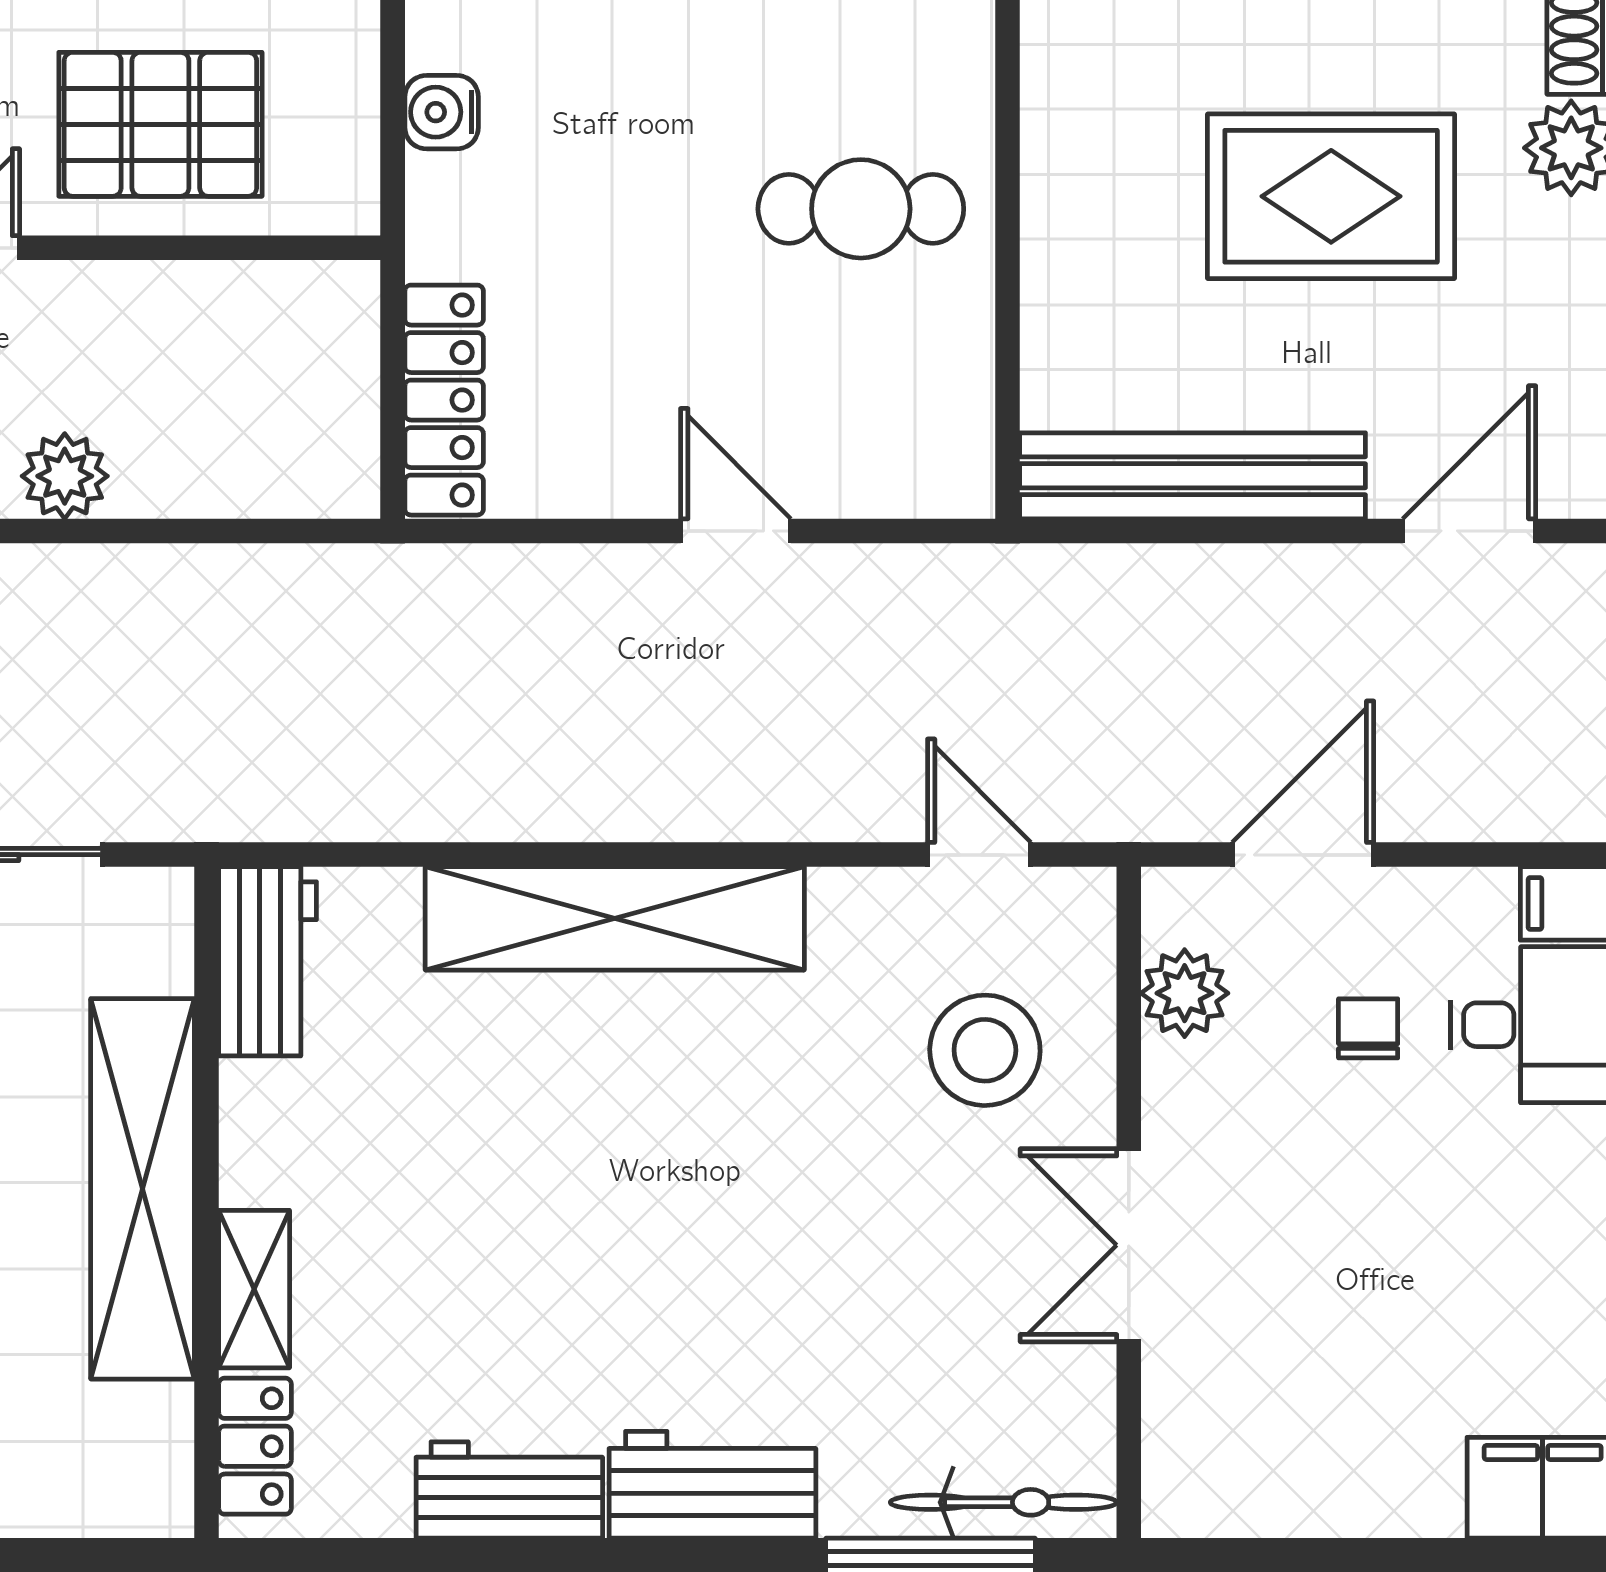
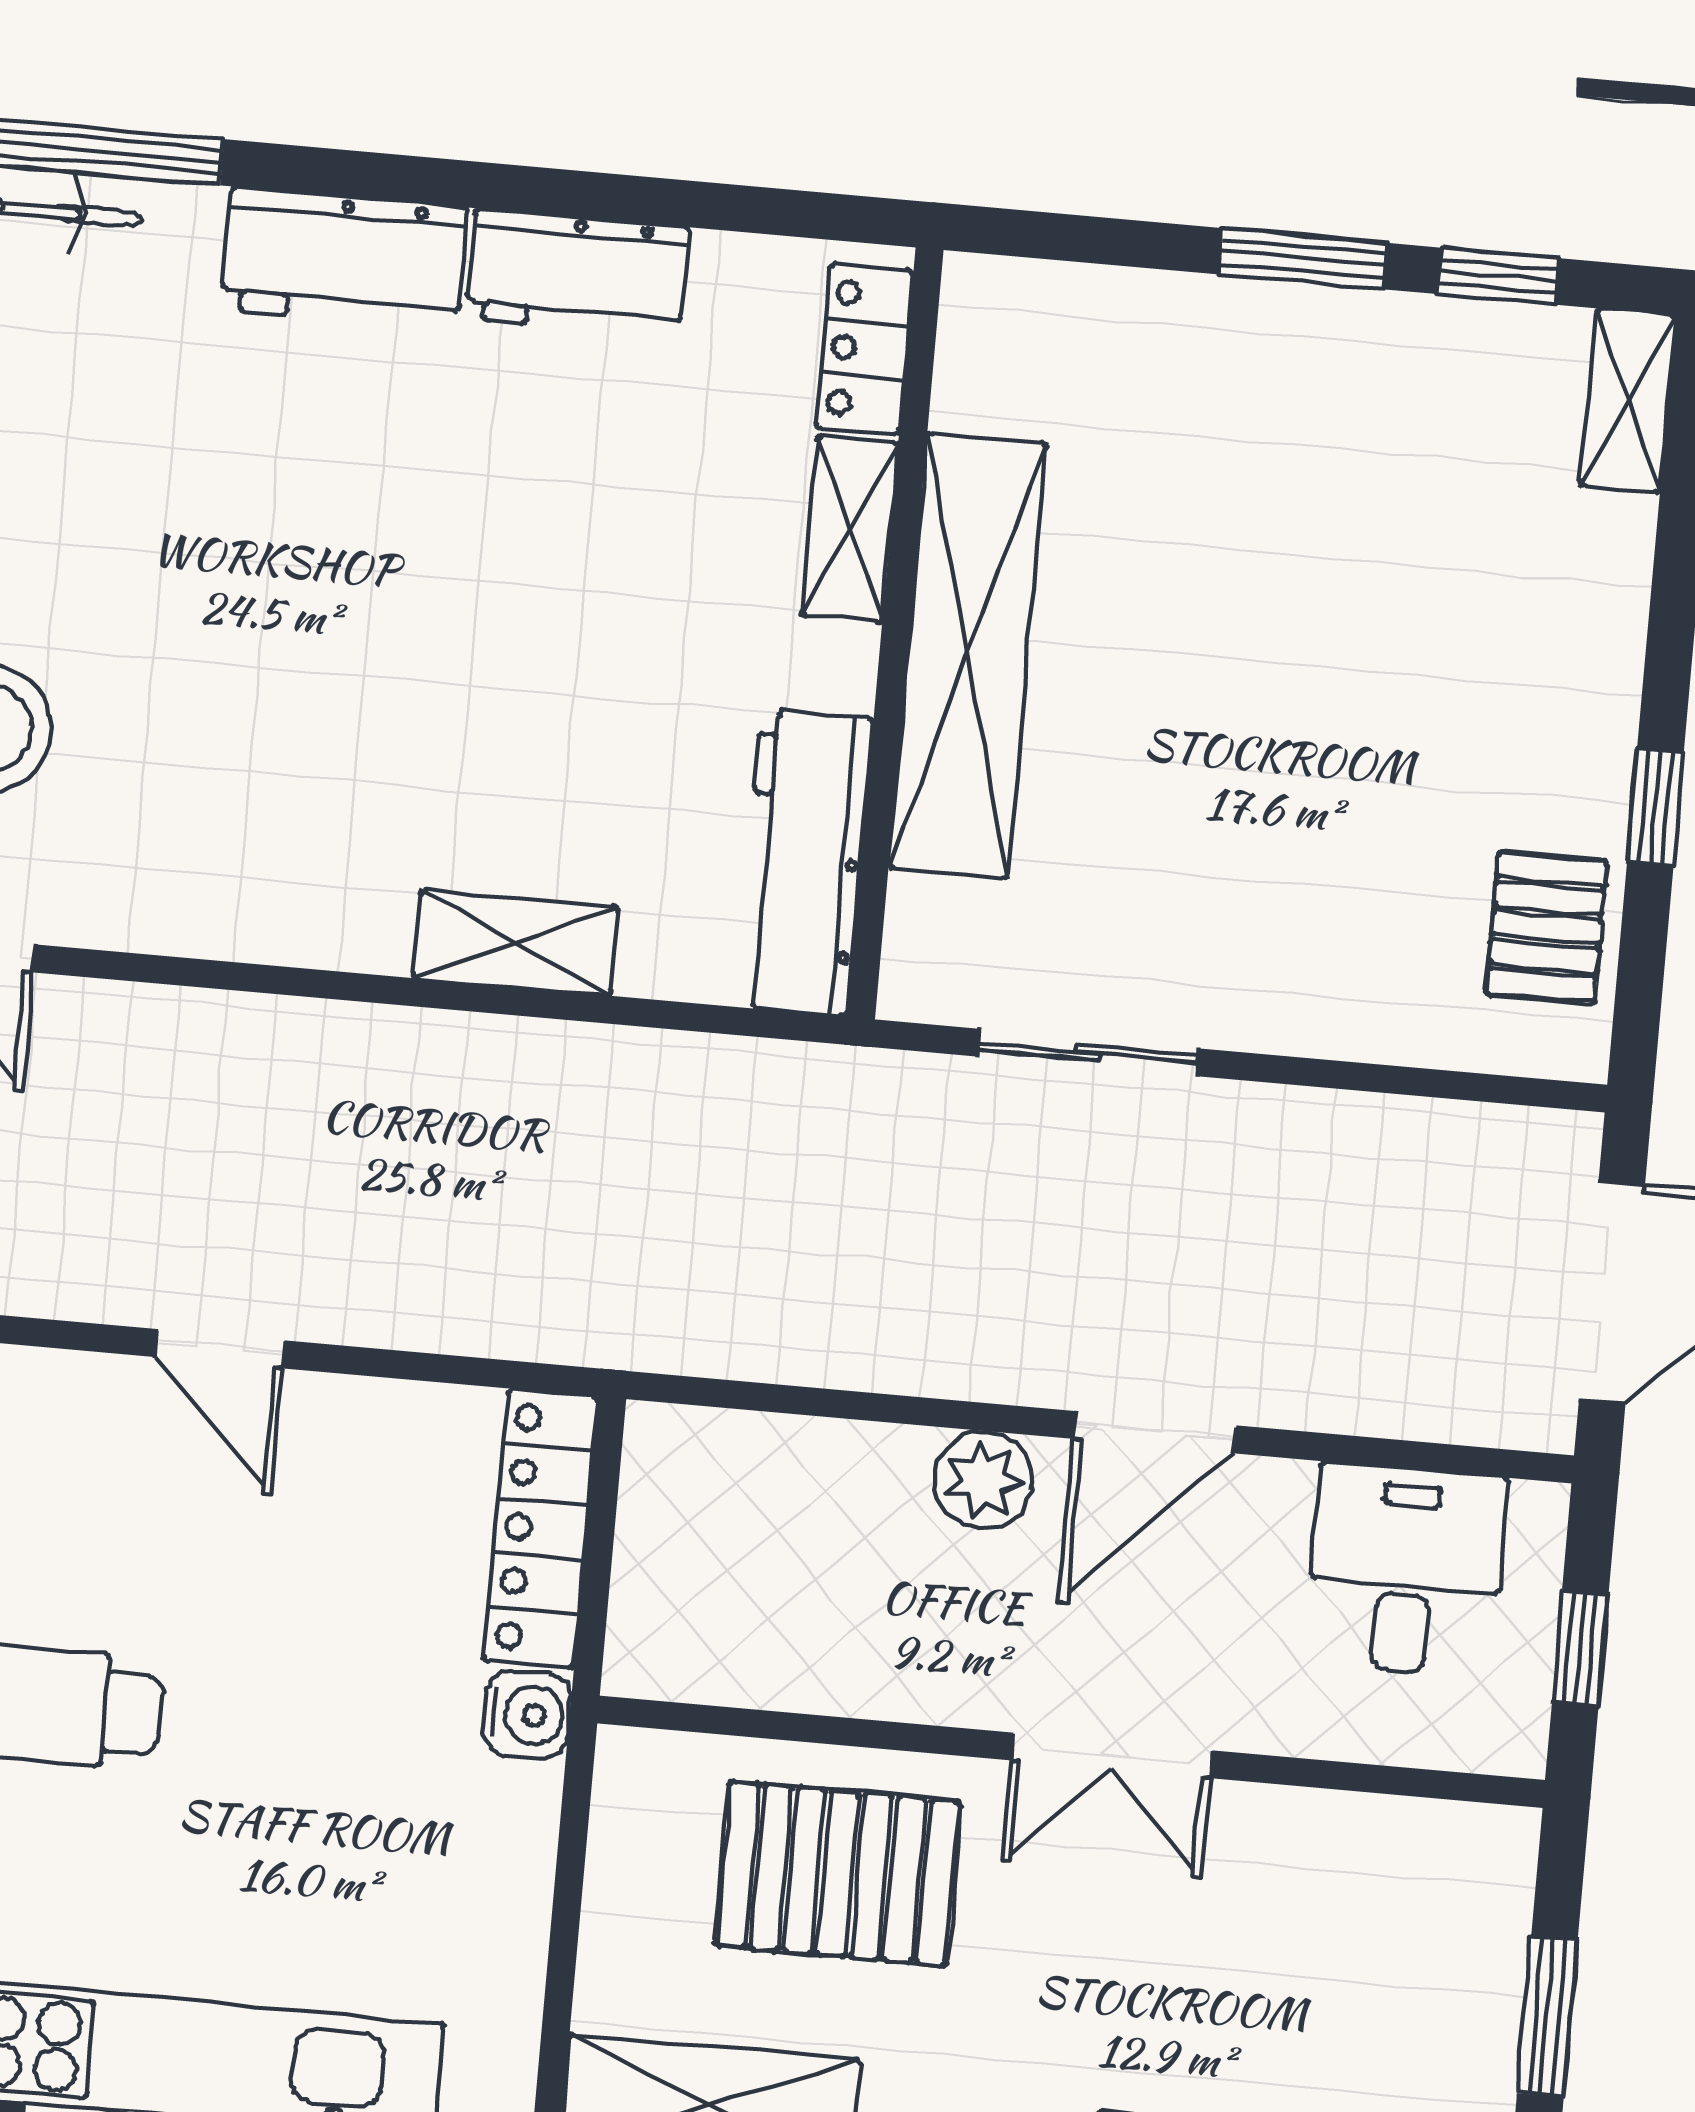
water cooler: (442, 112) -> (527, 1715), moved
shelving: (615, 918) -> (516, 943), width x0.45, depth x0.75
workbench: (268, 961) -> (804, 863), width x1.38

